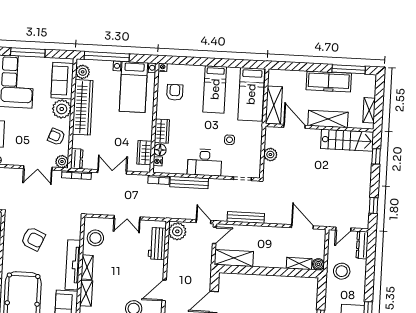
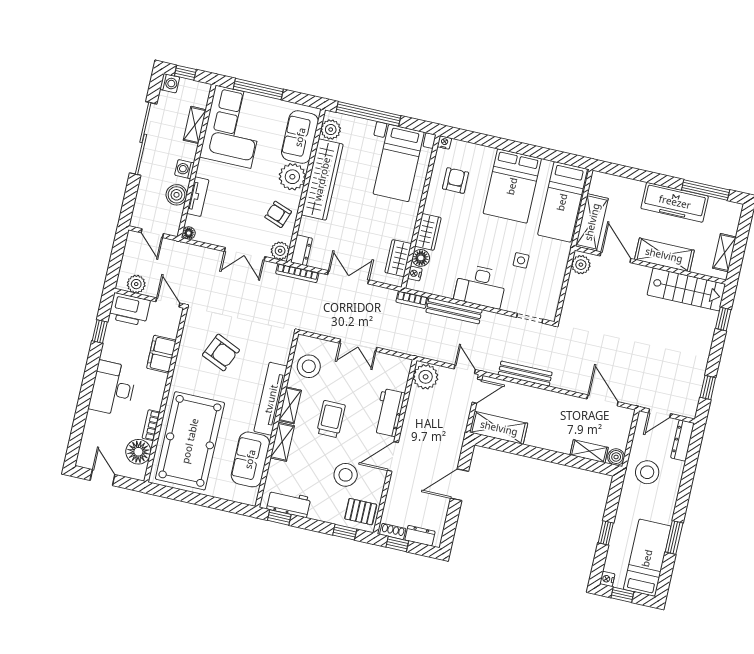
bed: (215, 89) -> (512, 186), width x1.50
plant: (270, 155) -> (581, 265), moved
workbench: (157, 244) -> (389, 412), moved
trolley: (117, 272) -> (331, 419), added

